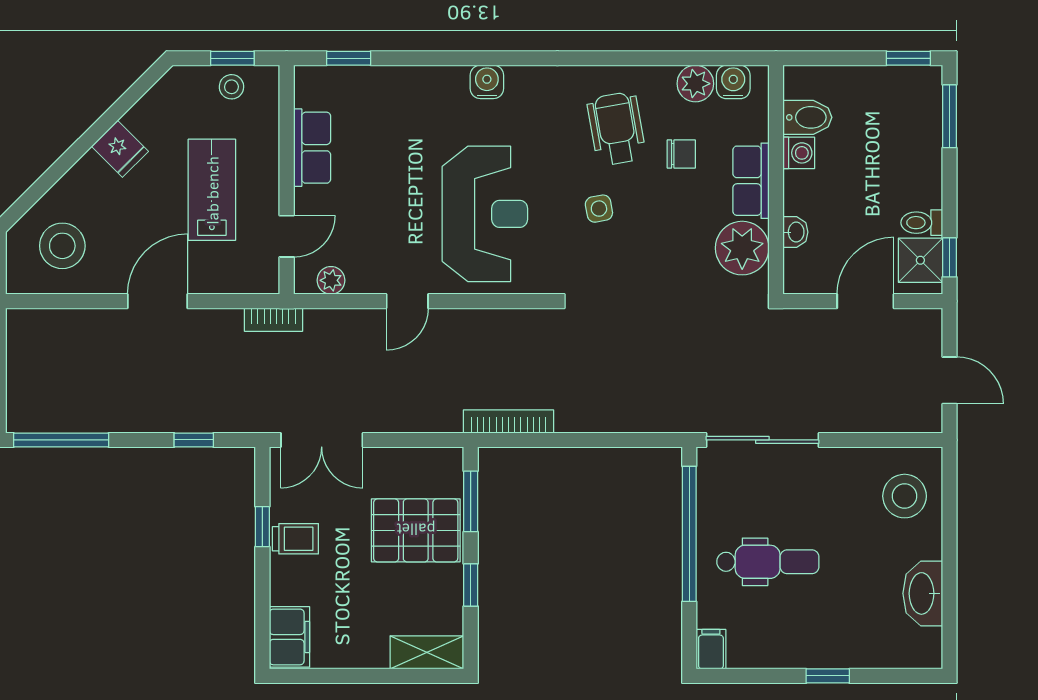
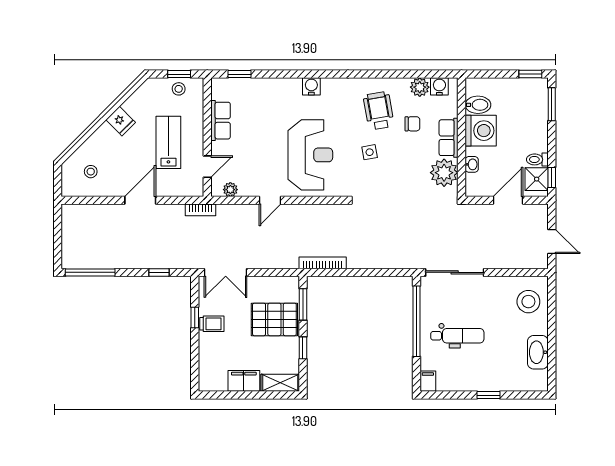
washing machine: (799, 153) -> (481, 131), width x1.89, depth x1.89
stool: (62, 246) -> (91, 172), width x0.53, depth x0.53
filing cabinet: (290, 637) -> (244, 381), moved, turned -90

